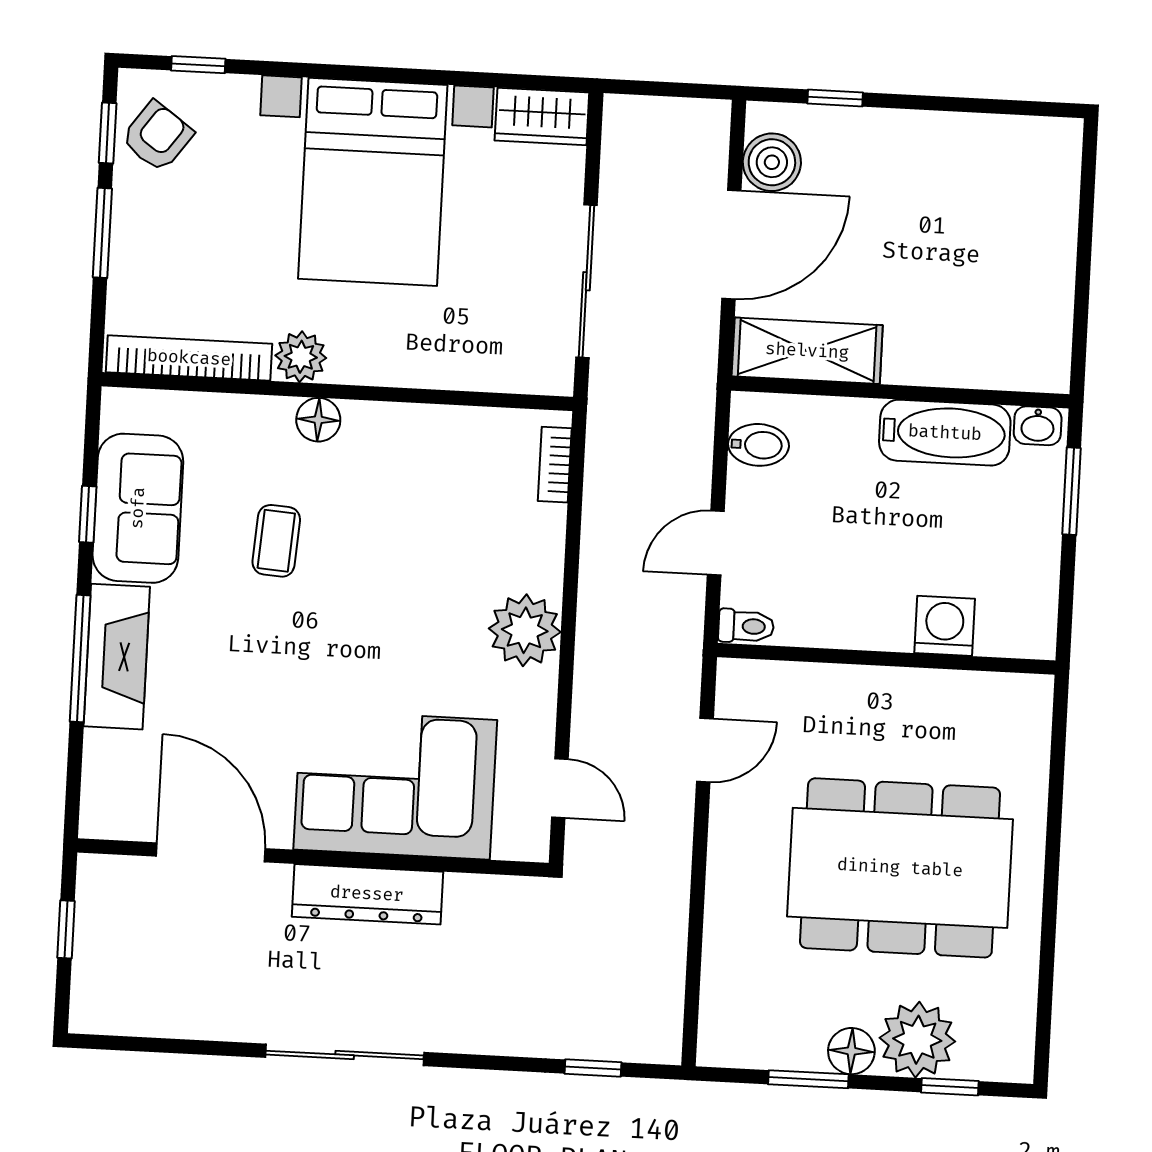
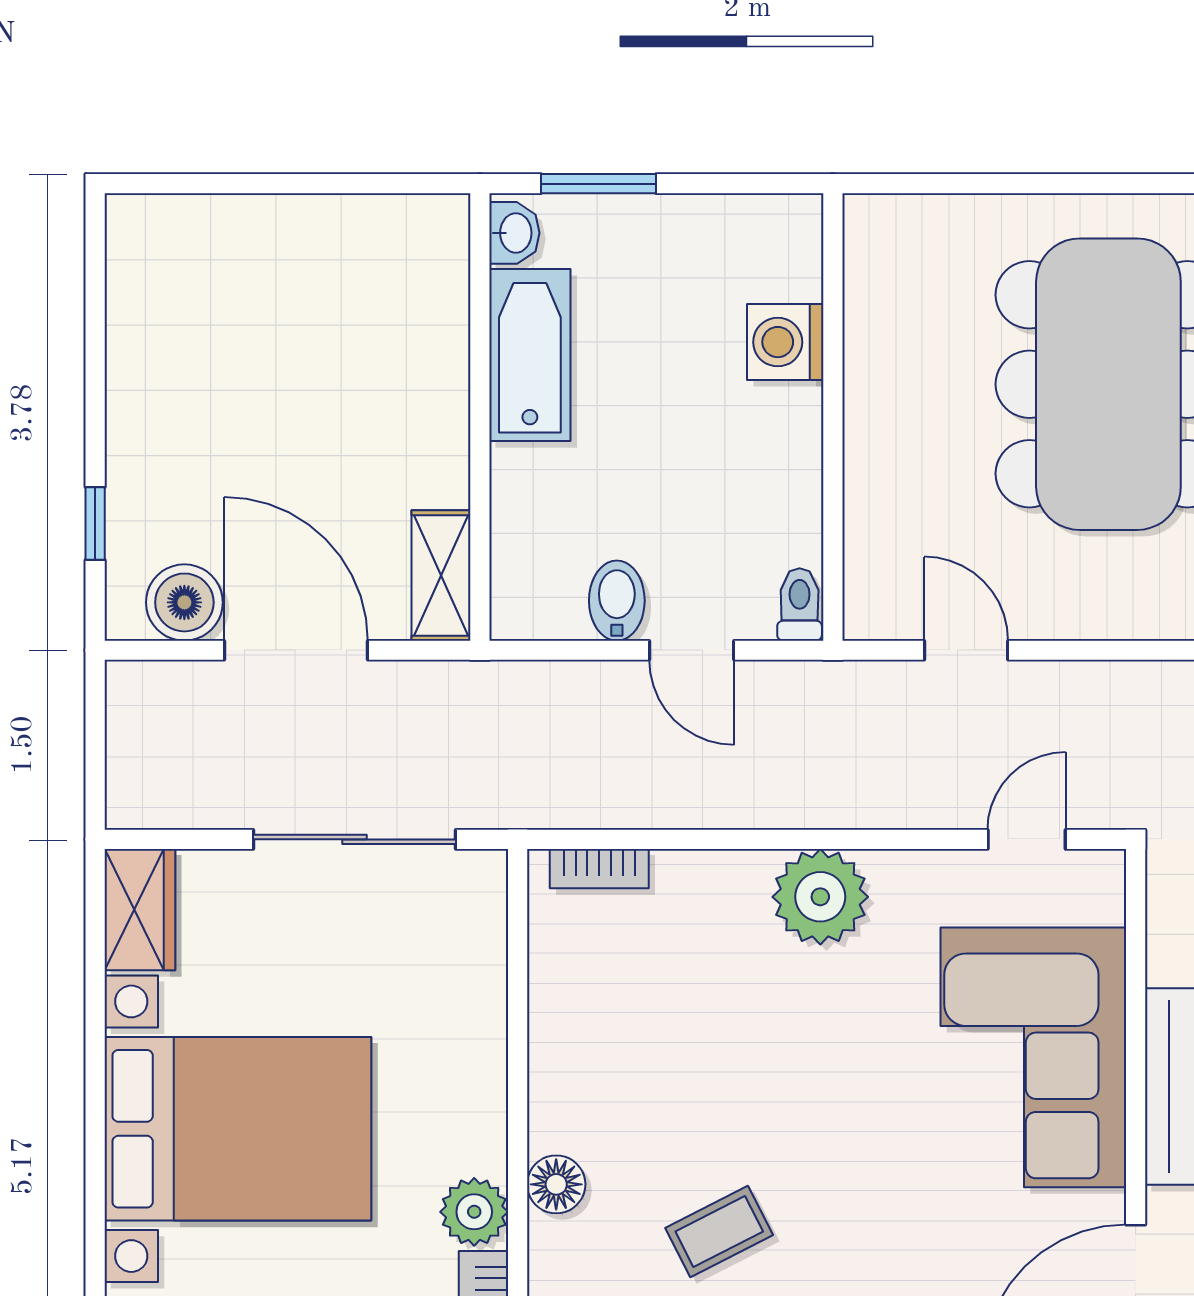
shelving: (807, 351) -> (441, 575), width x0.67, depth x0.75
bidet: (758, 445) -> (617, 601), moved
coffee table: (276, 541) -> (719, 1232), turned -31

